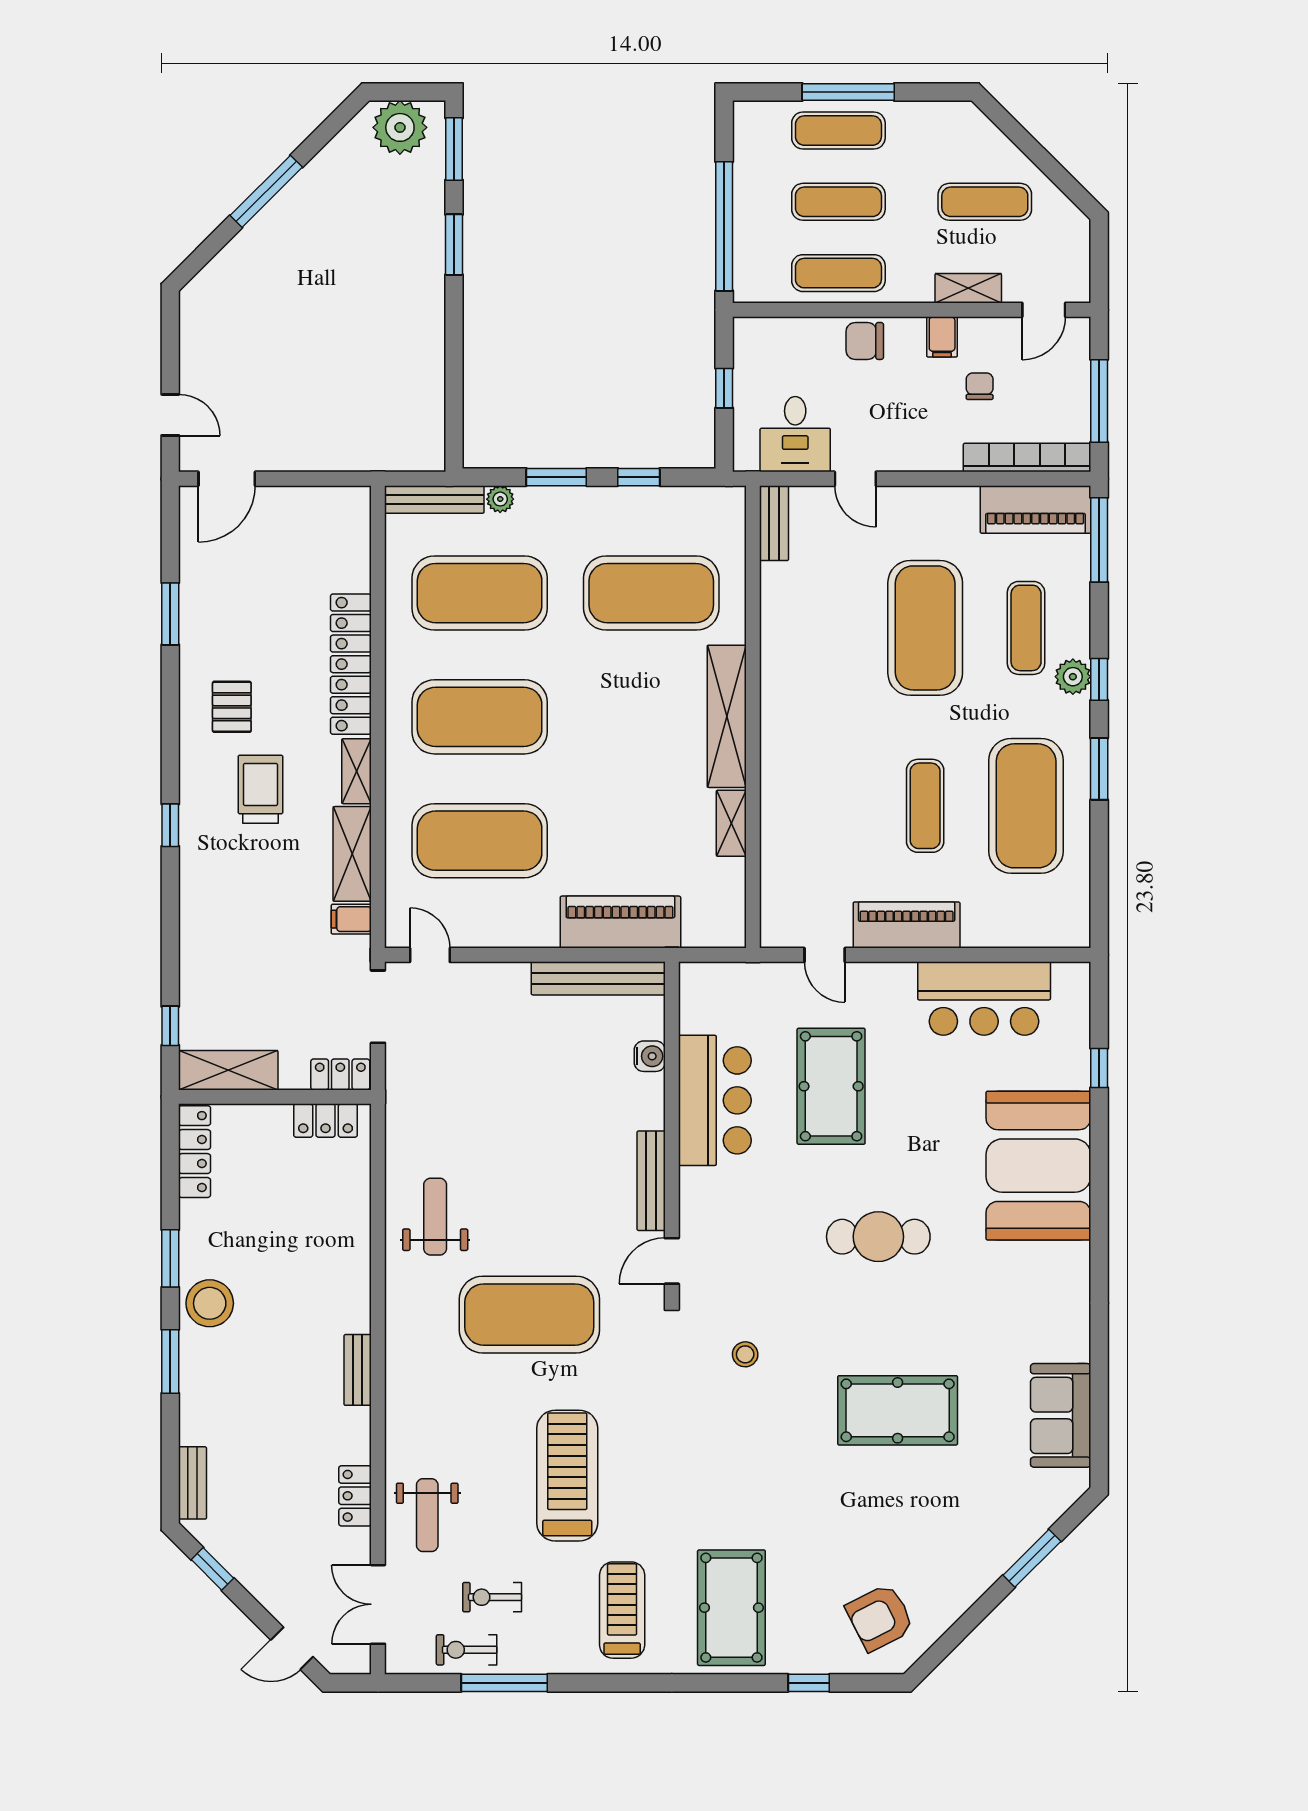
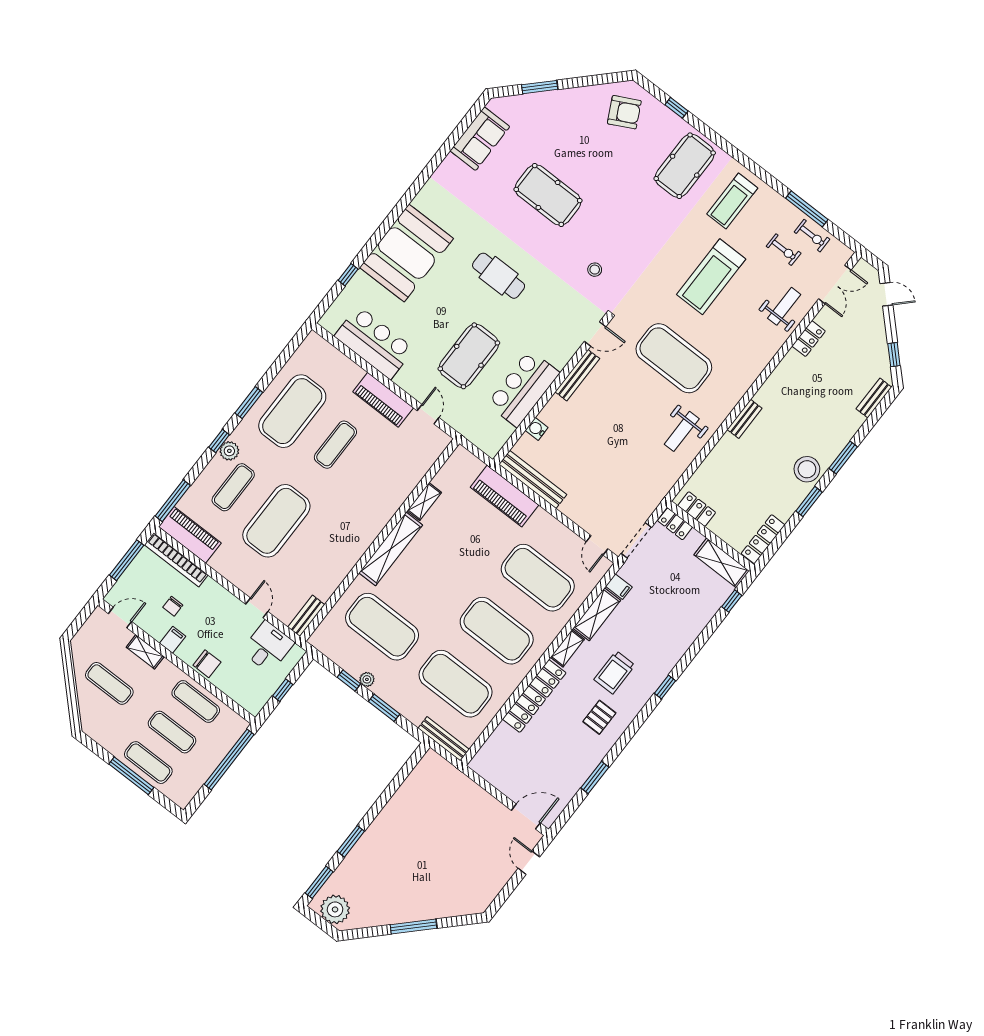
plant: (500, 499) -> (367, 679), moved
bench: (358, 1370) -> (745, 419), moved

